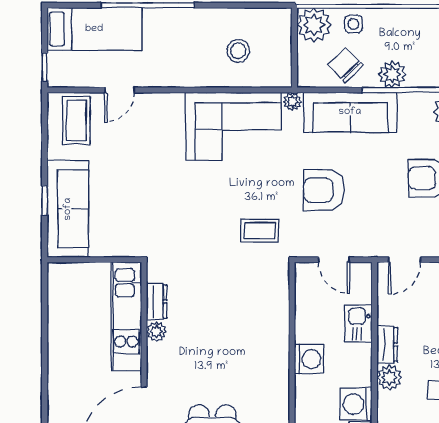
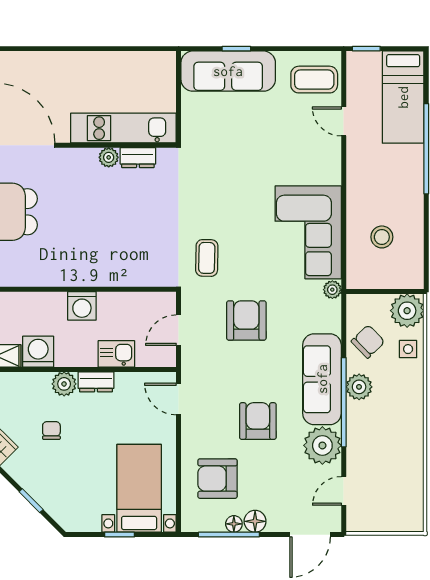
sofa: (350, 112) -> (322, 379), moved

